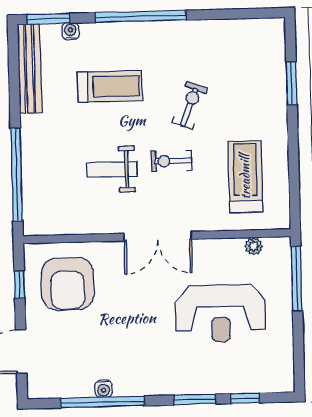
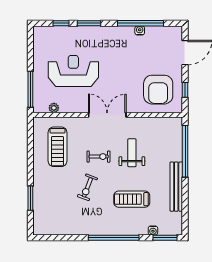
bench: (30, 68) -> (176, 187), moved
weight bench: (112, 169) -> (132, 153), turned -90
armchair: (68, 284) -> (158, 90), turned 180

